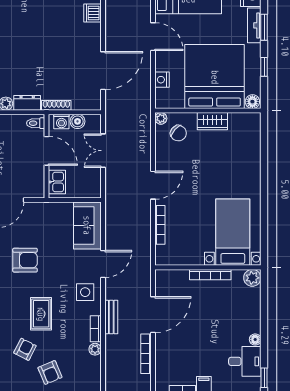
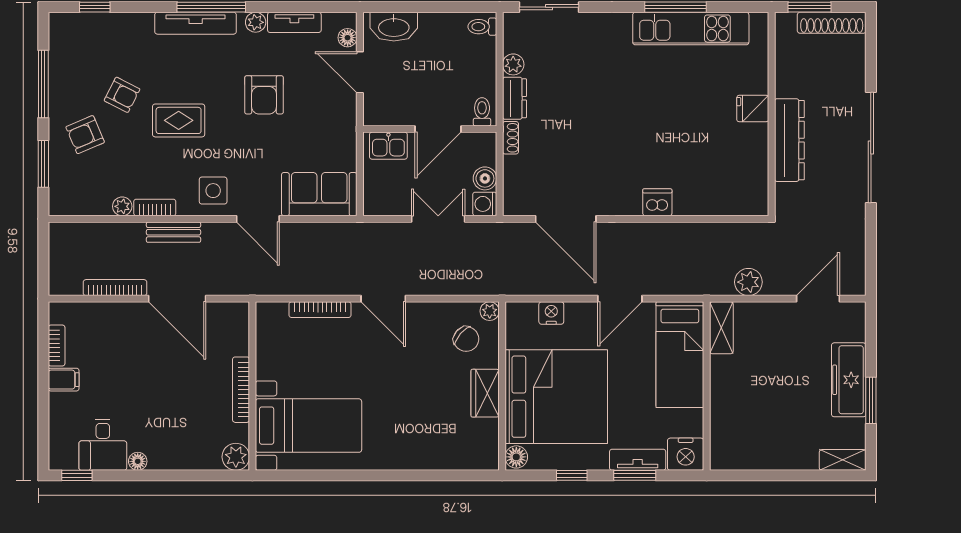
shoe rack: (56, 105) -> (510, 138), width x0.70
washing machine: (61, 122) -> (485, 204), moved
chair: (178, 133) -> (466, 339), turned -90

